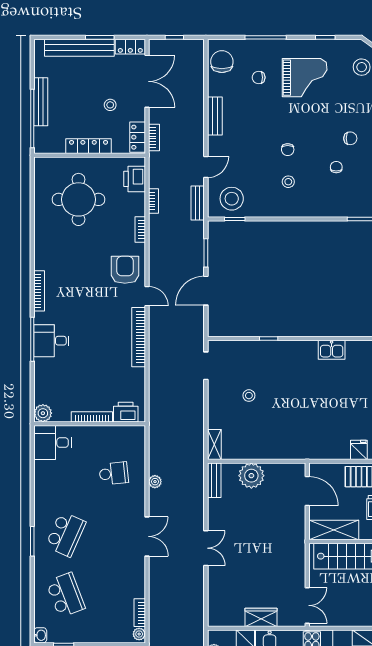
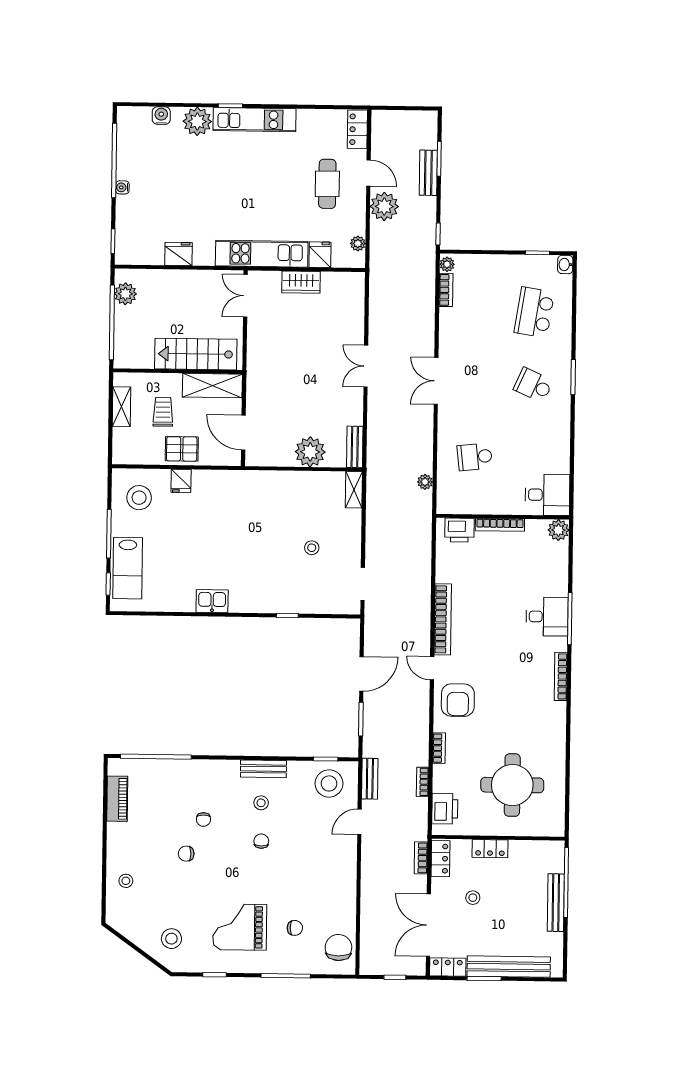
chair: (222, 62) -> (338, 948), turned 180
bench: (215, 116) -> (263, 769), moved, turned 90
locker: (89, 146) -> (490, 849), width x0.66
plant: (155, 482) -> (425, 482), moved
school desk: (66, 534) -> (533, 385), width x0.54
school desk: (66, 595) -> (534, 312), turned 30

